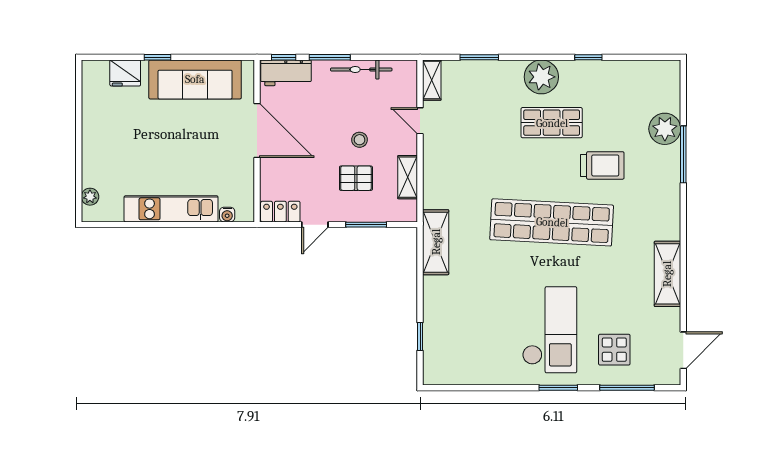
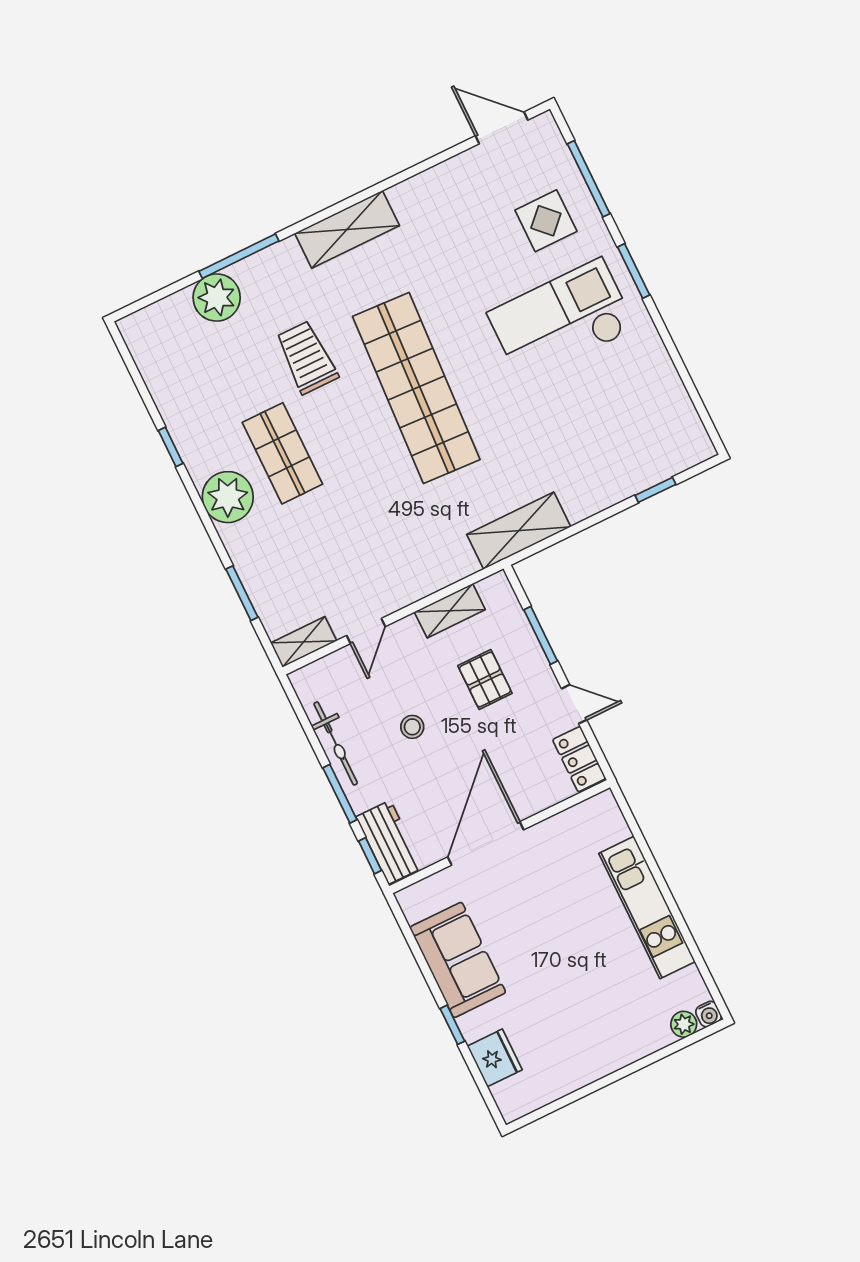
sofa: (195, 79) -> (458, 960), width x0.73
stool: (360, 140) -> (412, 727), moved
water cooler: (227, 215) -> (708, 1014), moved, turned 90
shelving: (667, 274) -> (347, 229), moved

